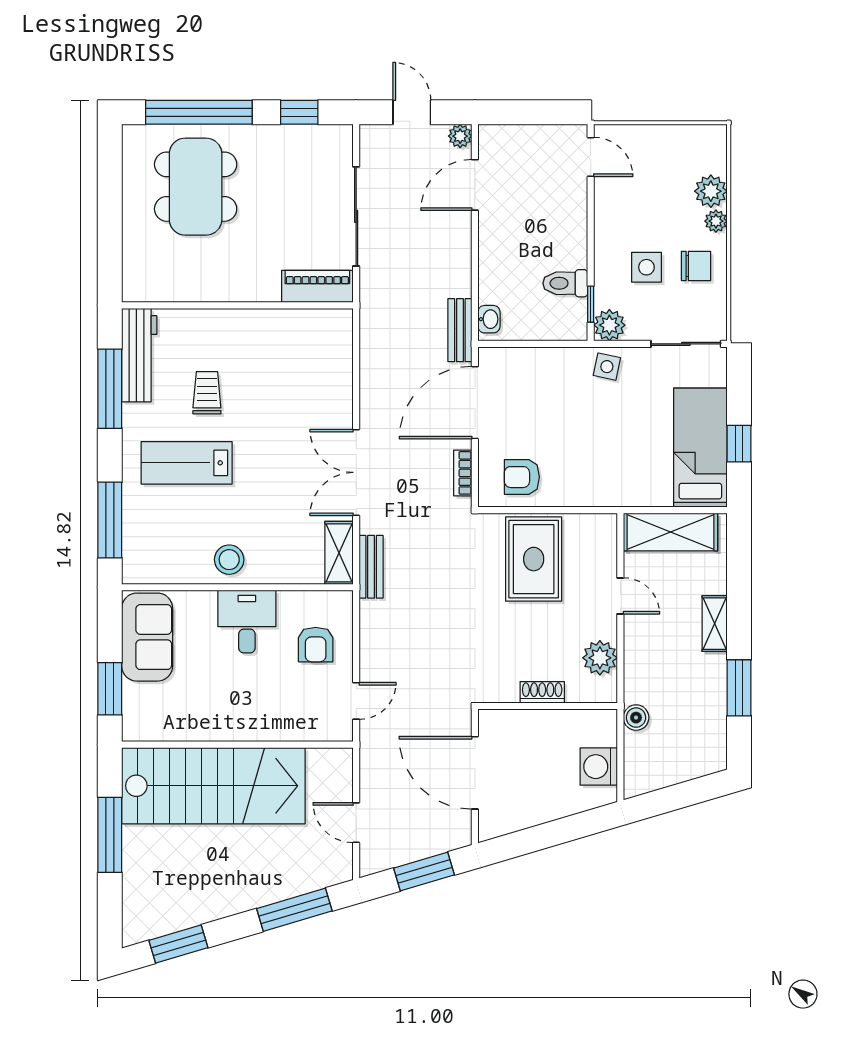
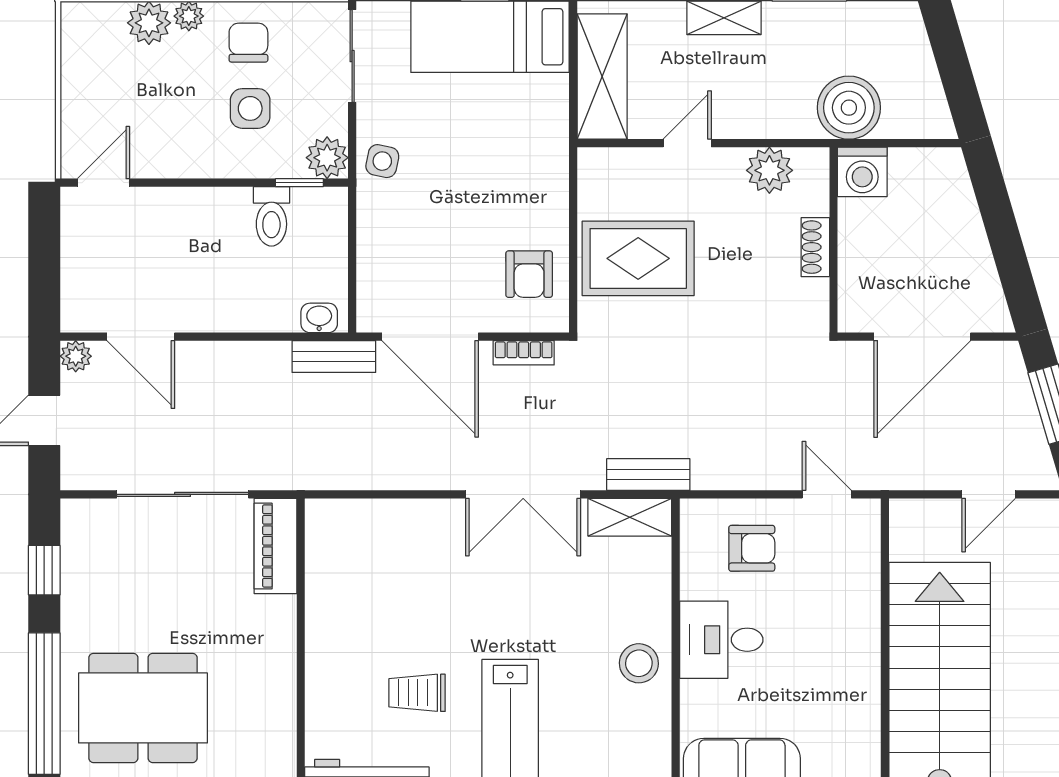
boiler: (636, 718) -> (849, 108), width x1.86, depth x1.86
washing machine: (599, 767) -> (862, 172), moved

